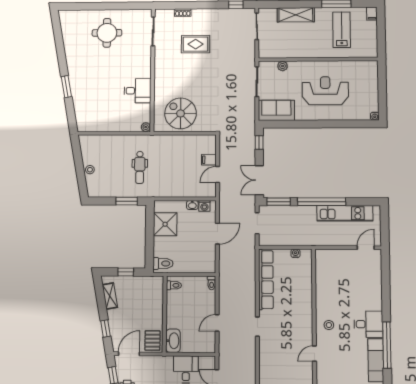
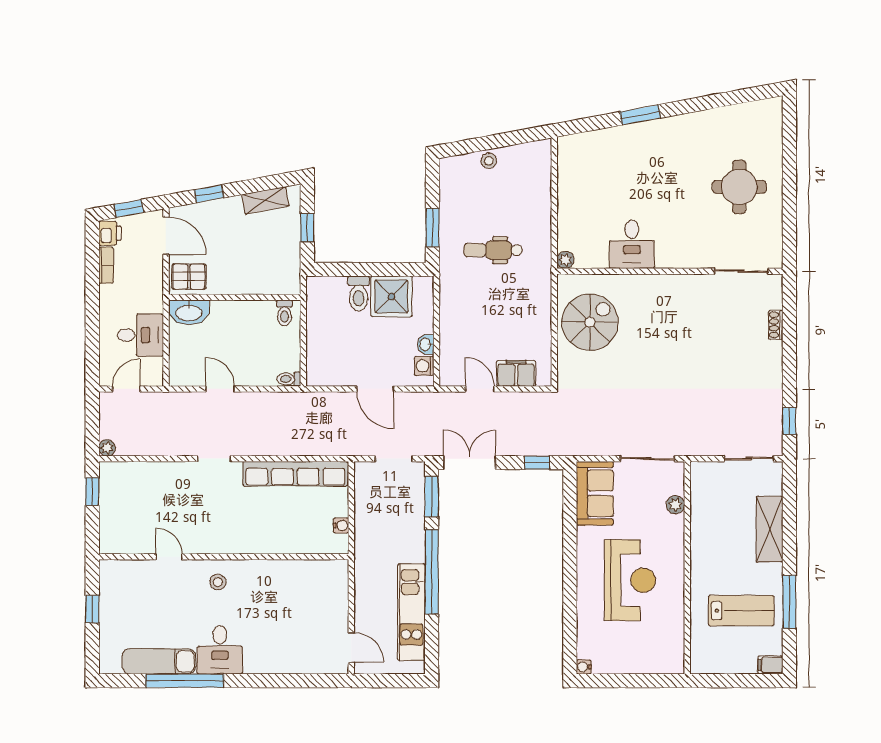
rug: (196, 44) -> (717, 348), removed
filing cabinet: (209, 160) -> (516, 373), width x2.00
toilet: (163, 263) -> (359, 293), moved

